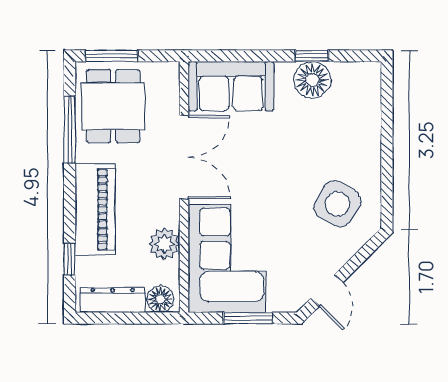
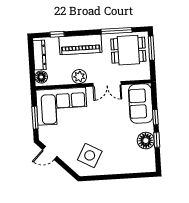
window: (263, 56) -> (155, 117), added
double door: (184, 157) -> (107, 84), width x0.73
plant: (164, 244) -> (79, 77), moved

